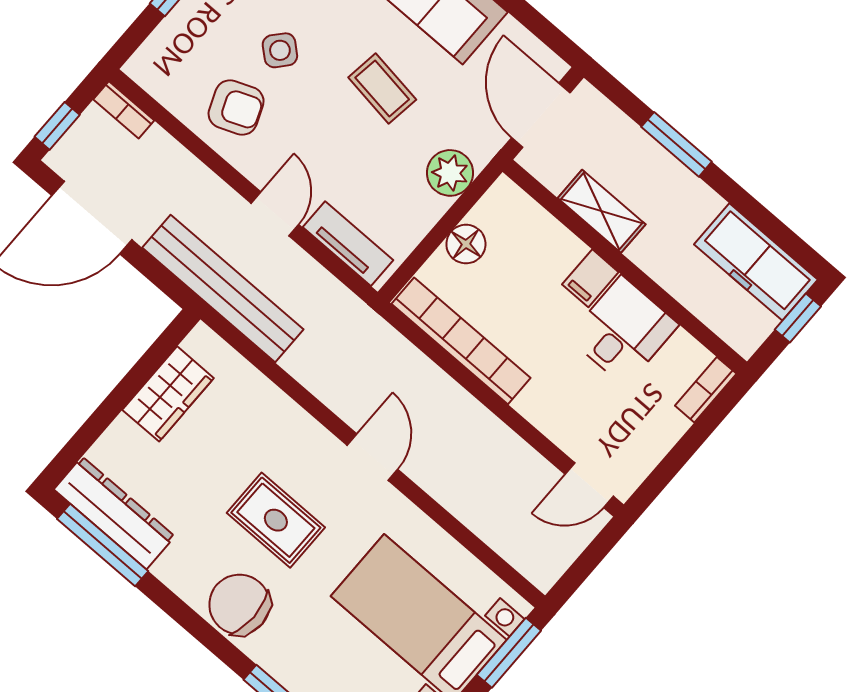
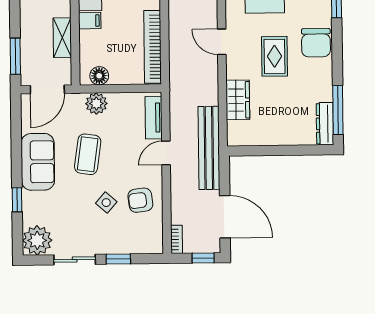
coffee table: (382, 88) -> (88, 154), width x1.36, depth x1.30
armchair: (236, 107) -> (140, 200), turned -75
window: (676, 144) -> (15, 56), moved
floor lamp: (466, 244) -> (99, 76), moved
wardrobe: (168, 394) -> (238, 100), moved, turned 90
door: (372, 457) -> (222, 42), hinge flipped
dresser: (114, 513) -> (325, 124), width x0.73, depth x0.80

